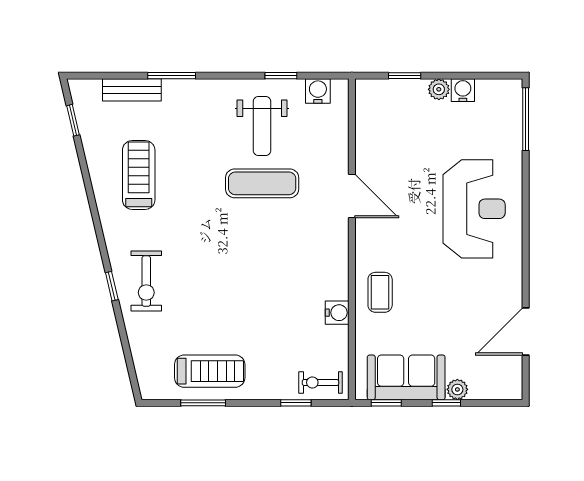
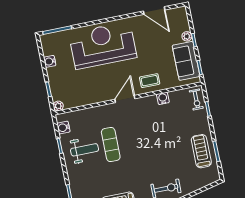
plant: (439, 89) -> (58, 106), moved
door: (352, 196) -> (125, 99), moved
reception desk: (474, 209) -> (103, 45), width x1.36, depth x1.30

